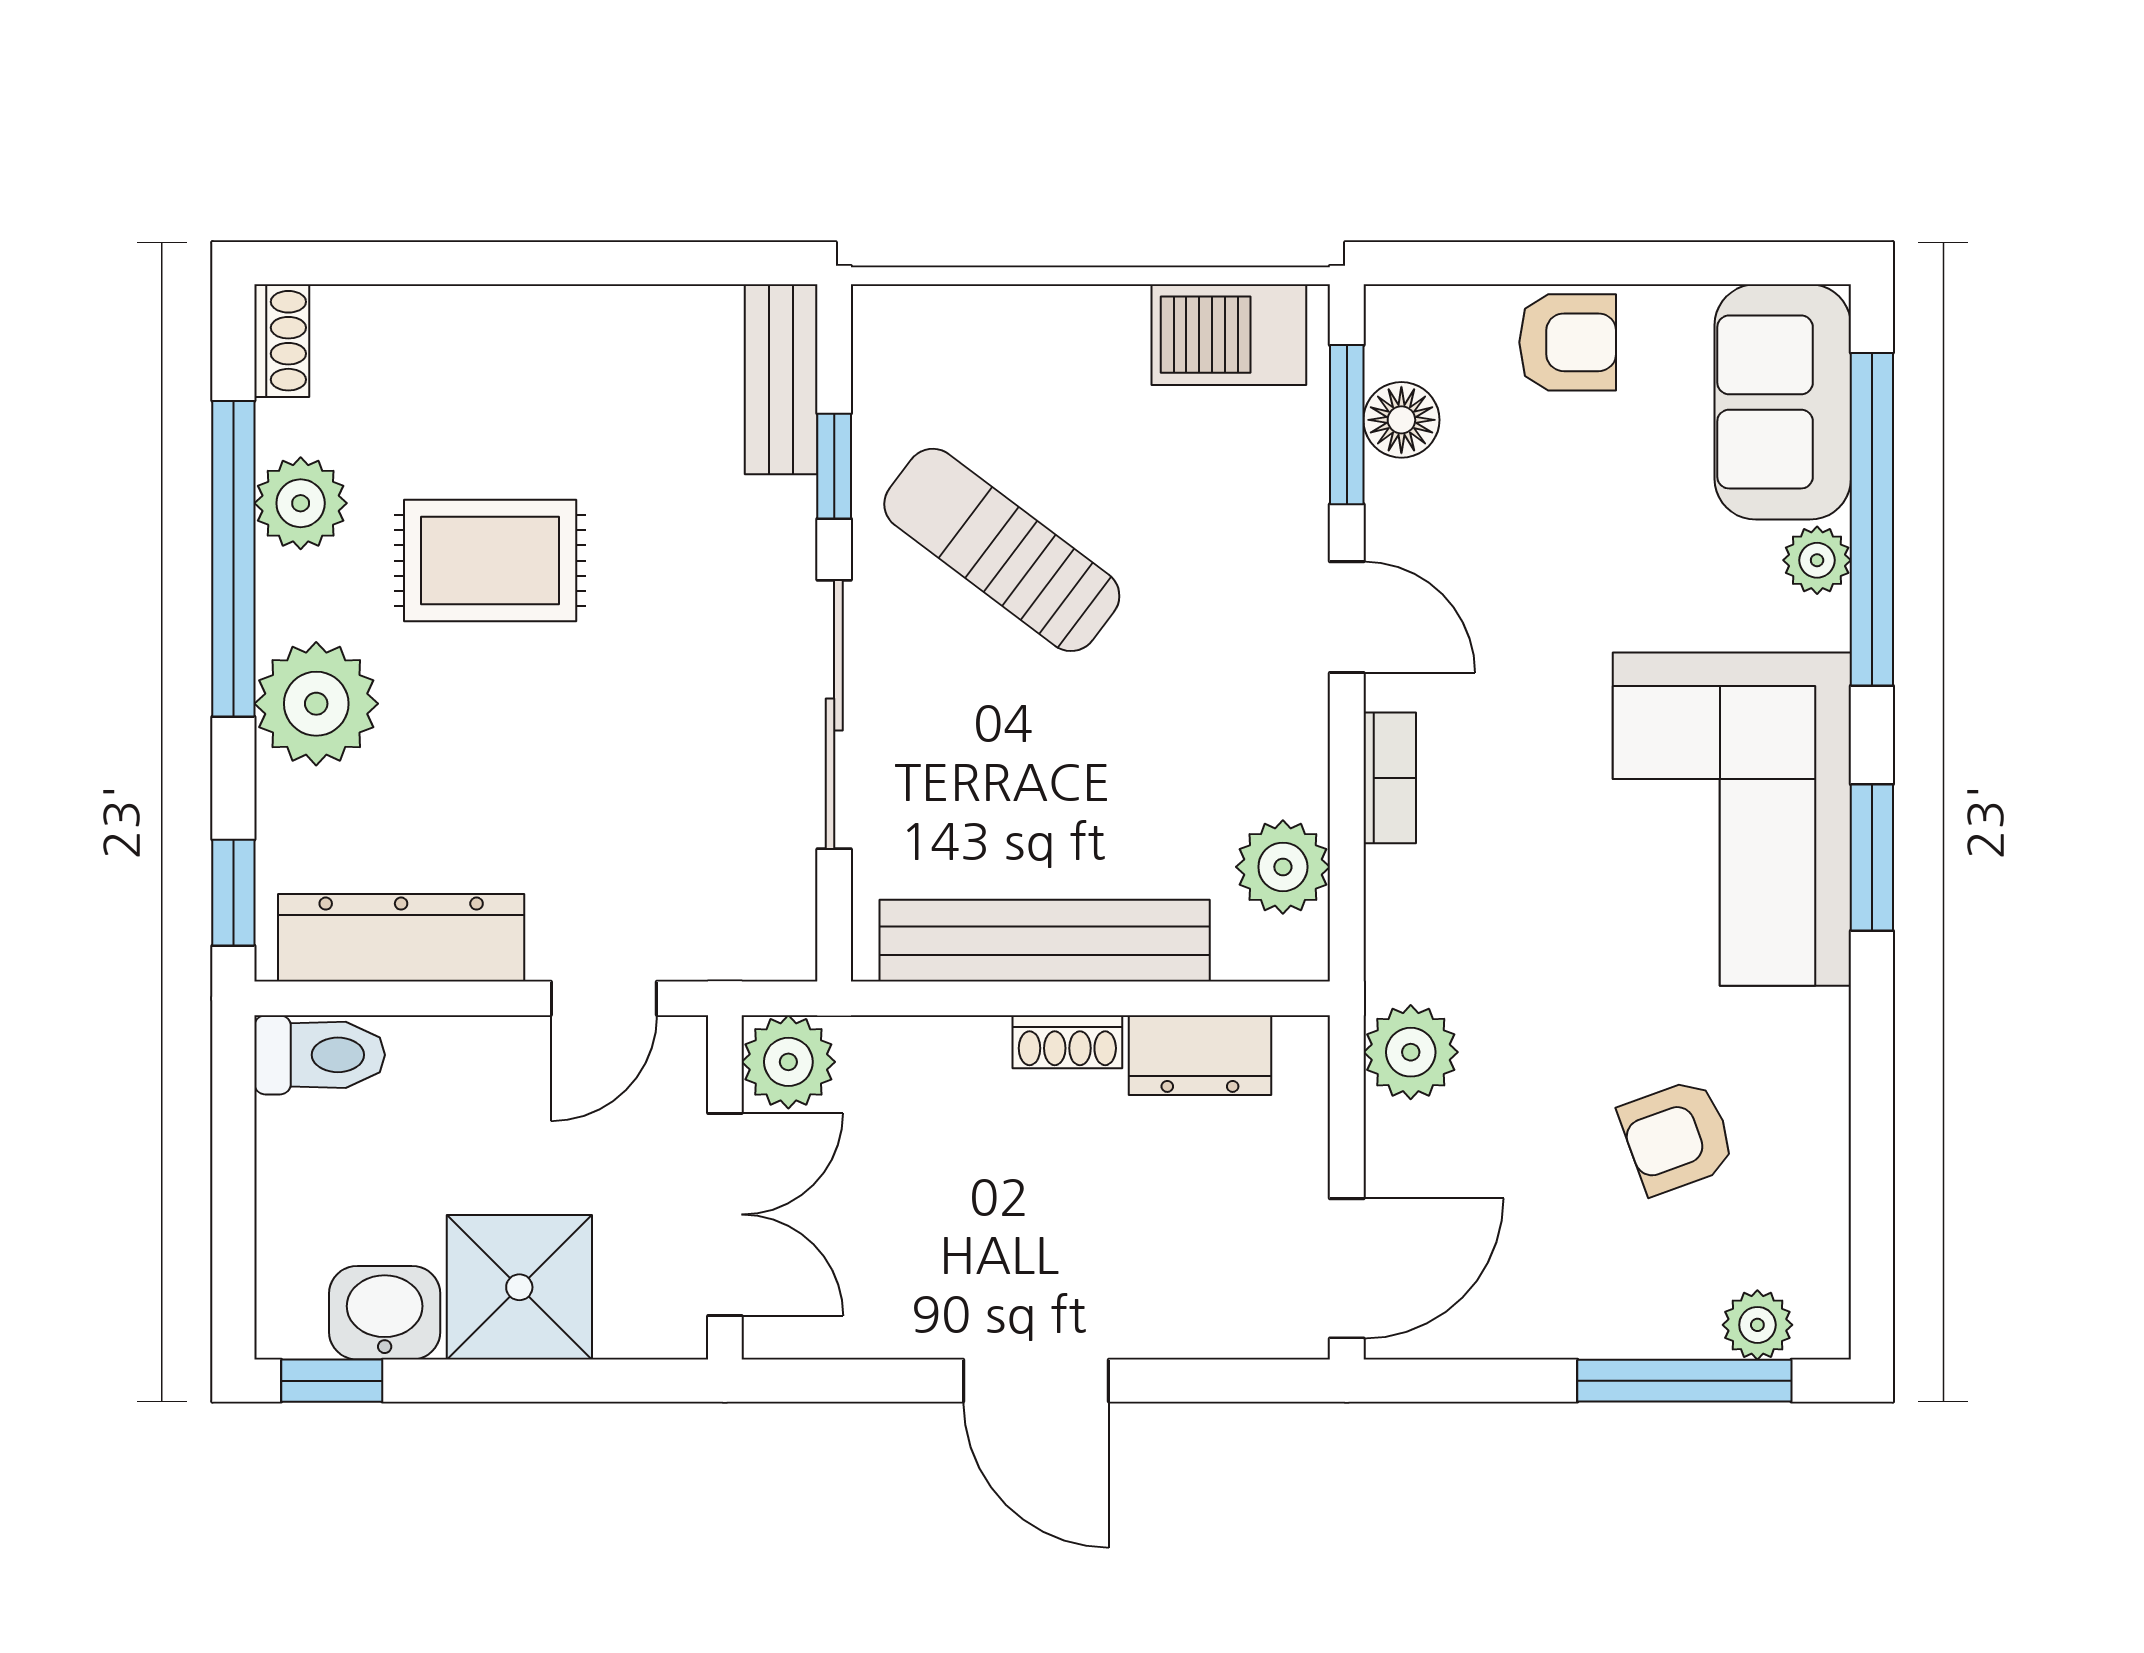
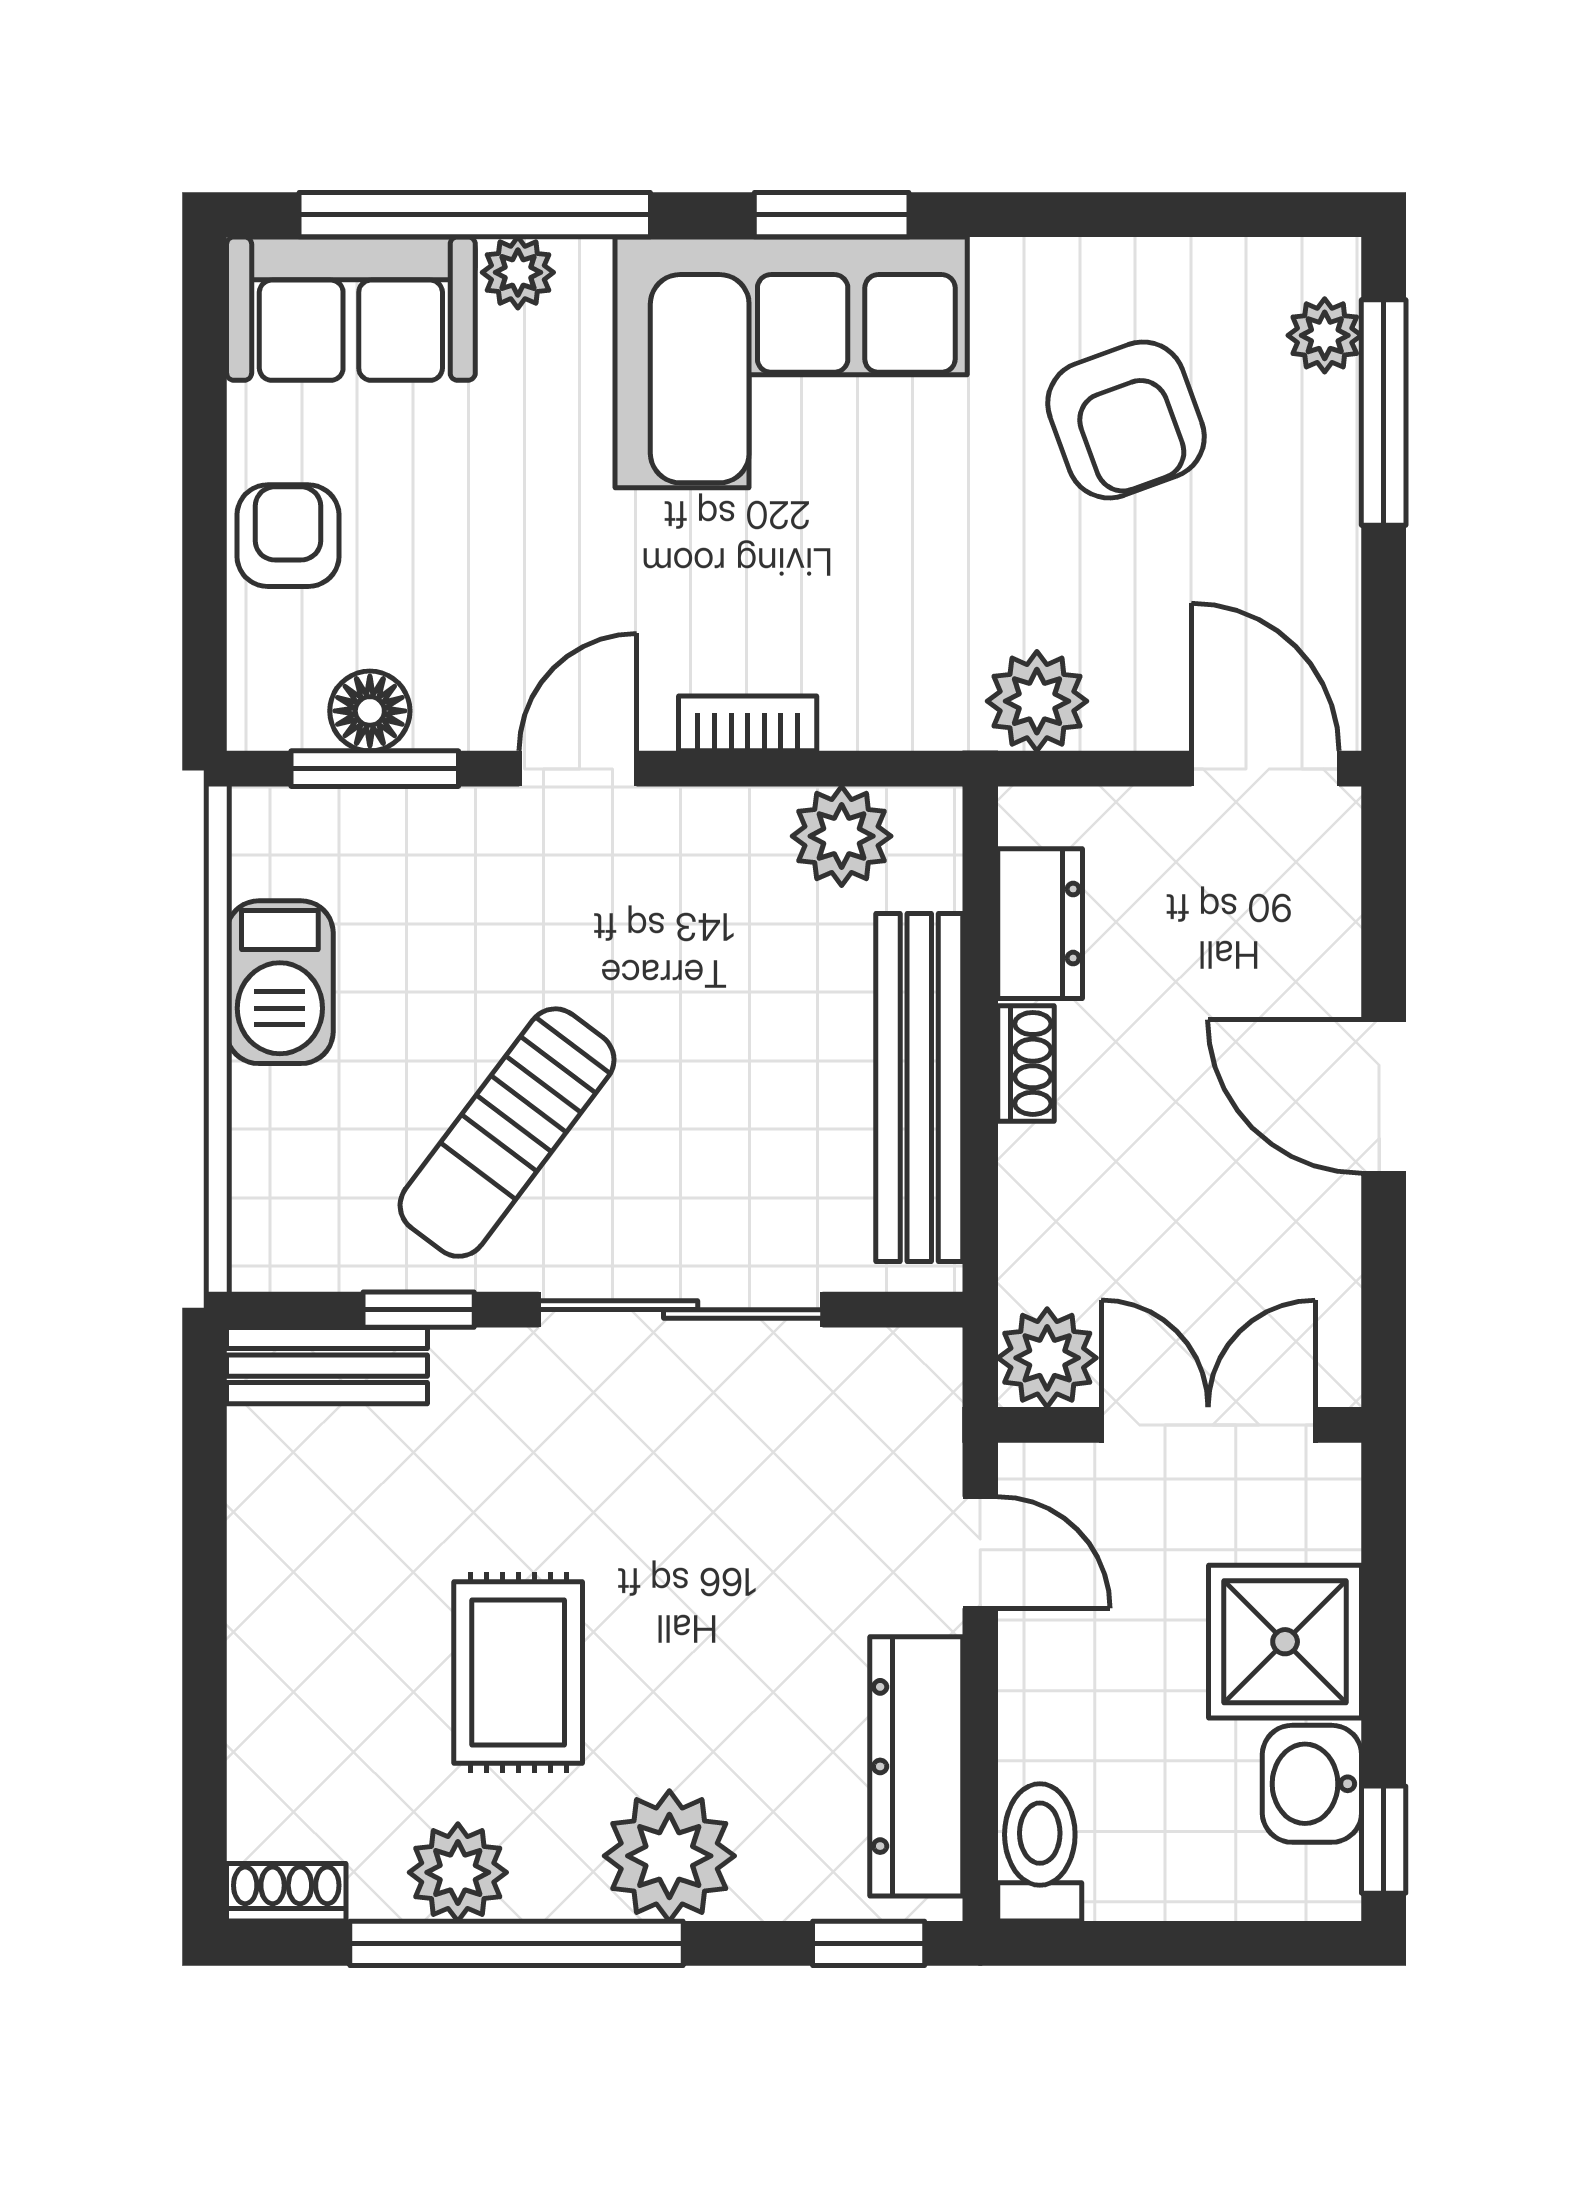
barbecue: (1229, 335) -> (280, 982), moved
armchair: (1677, 1137) -> (1126, 420), width x1.38, depth x1.38
door: (1036, 1381) -> (1384, 1096), swing flipped

